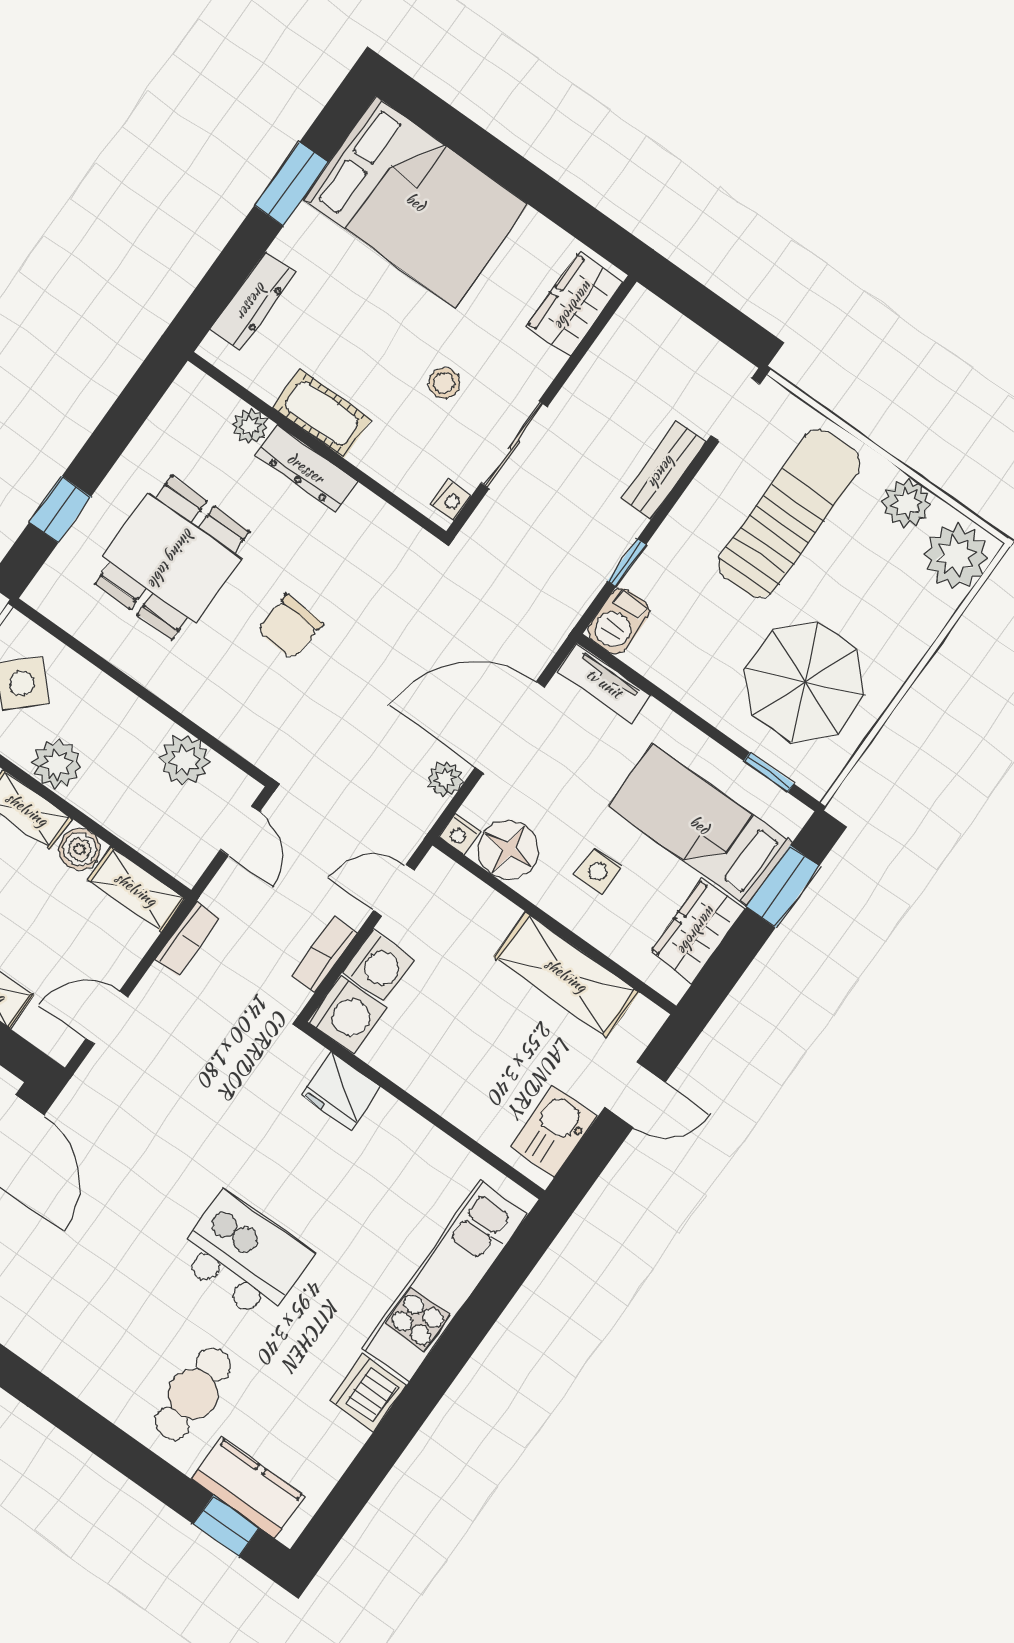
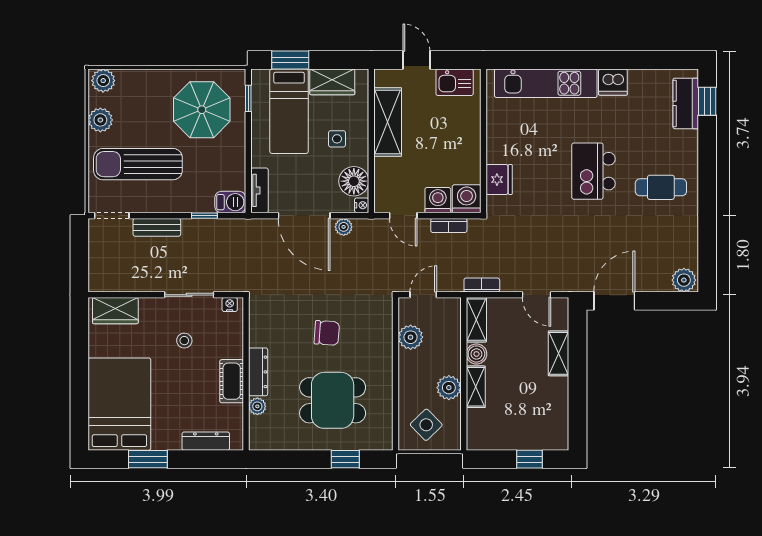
plant: (956, 556) -> (103, 81), width x0.73, depth x0.73
cafe table: (193, 1394) -> (661, 187), moved

